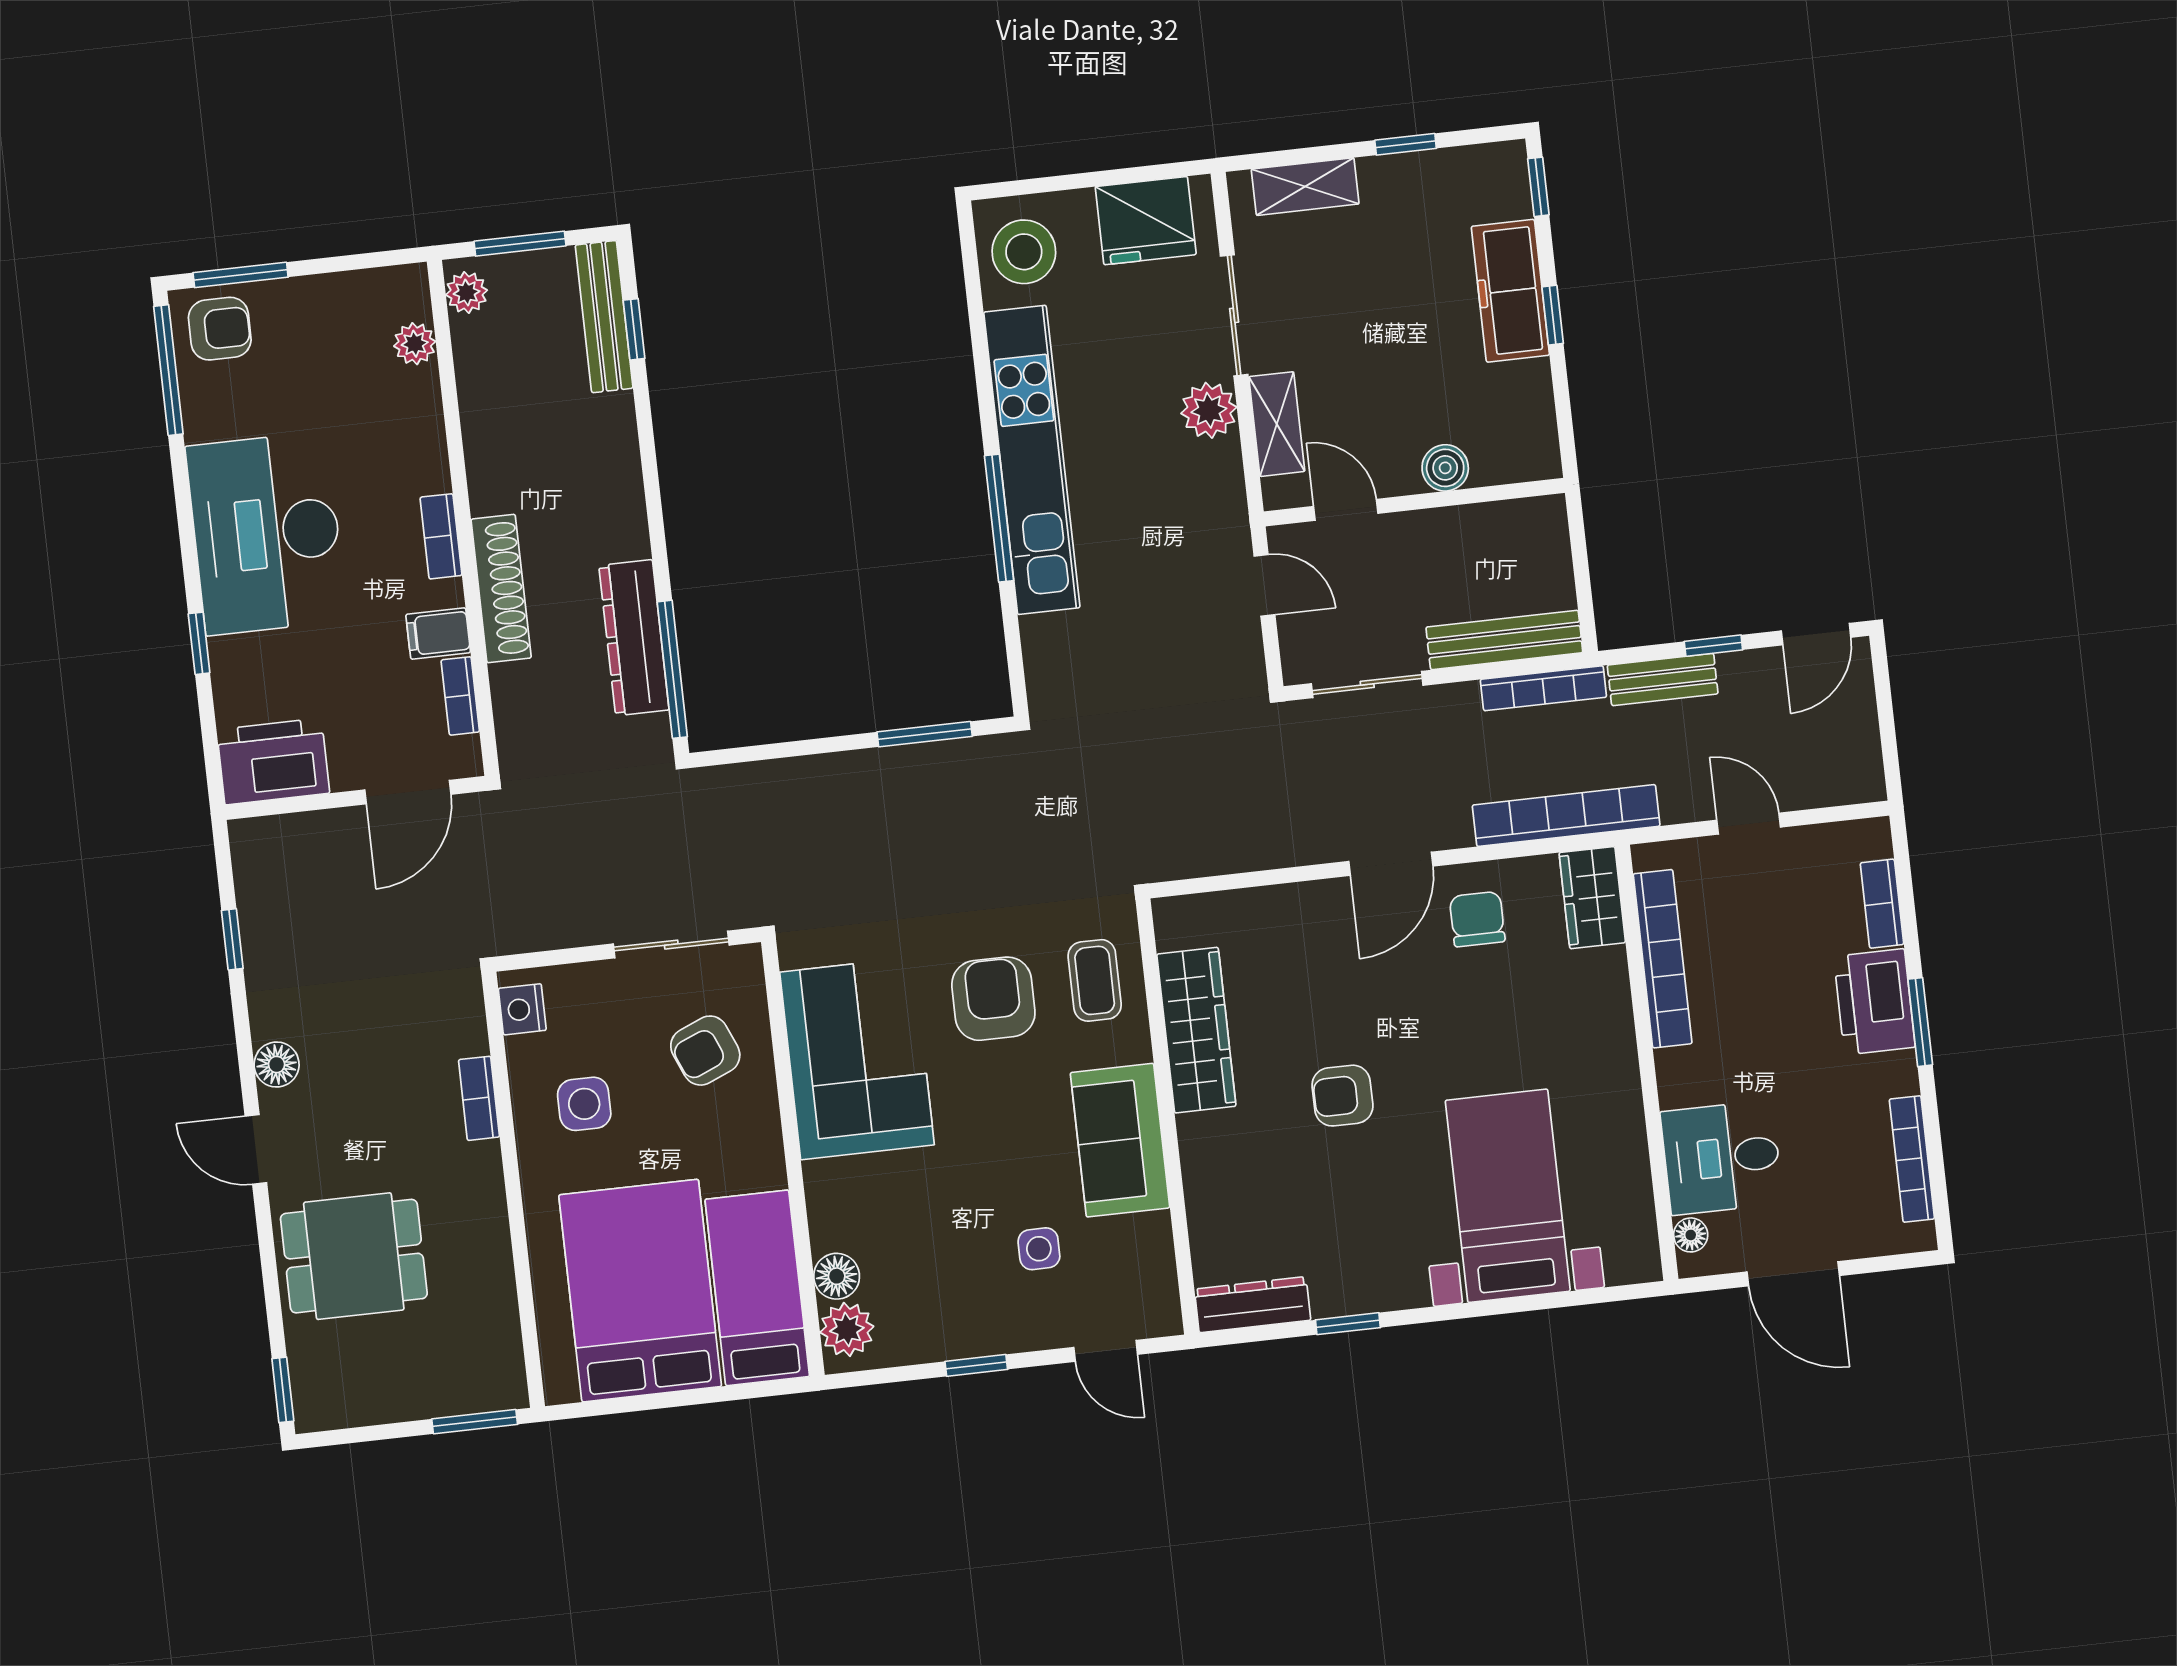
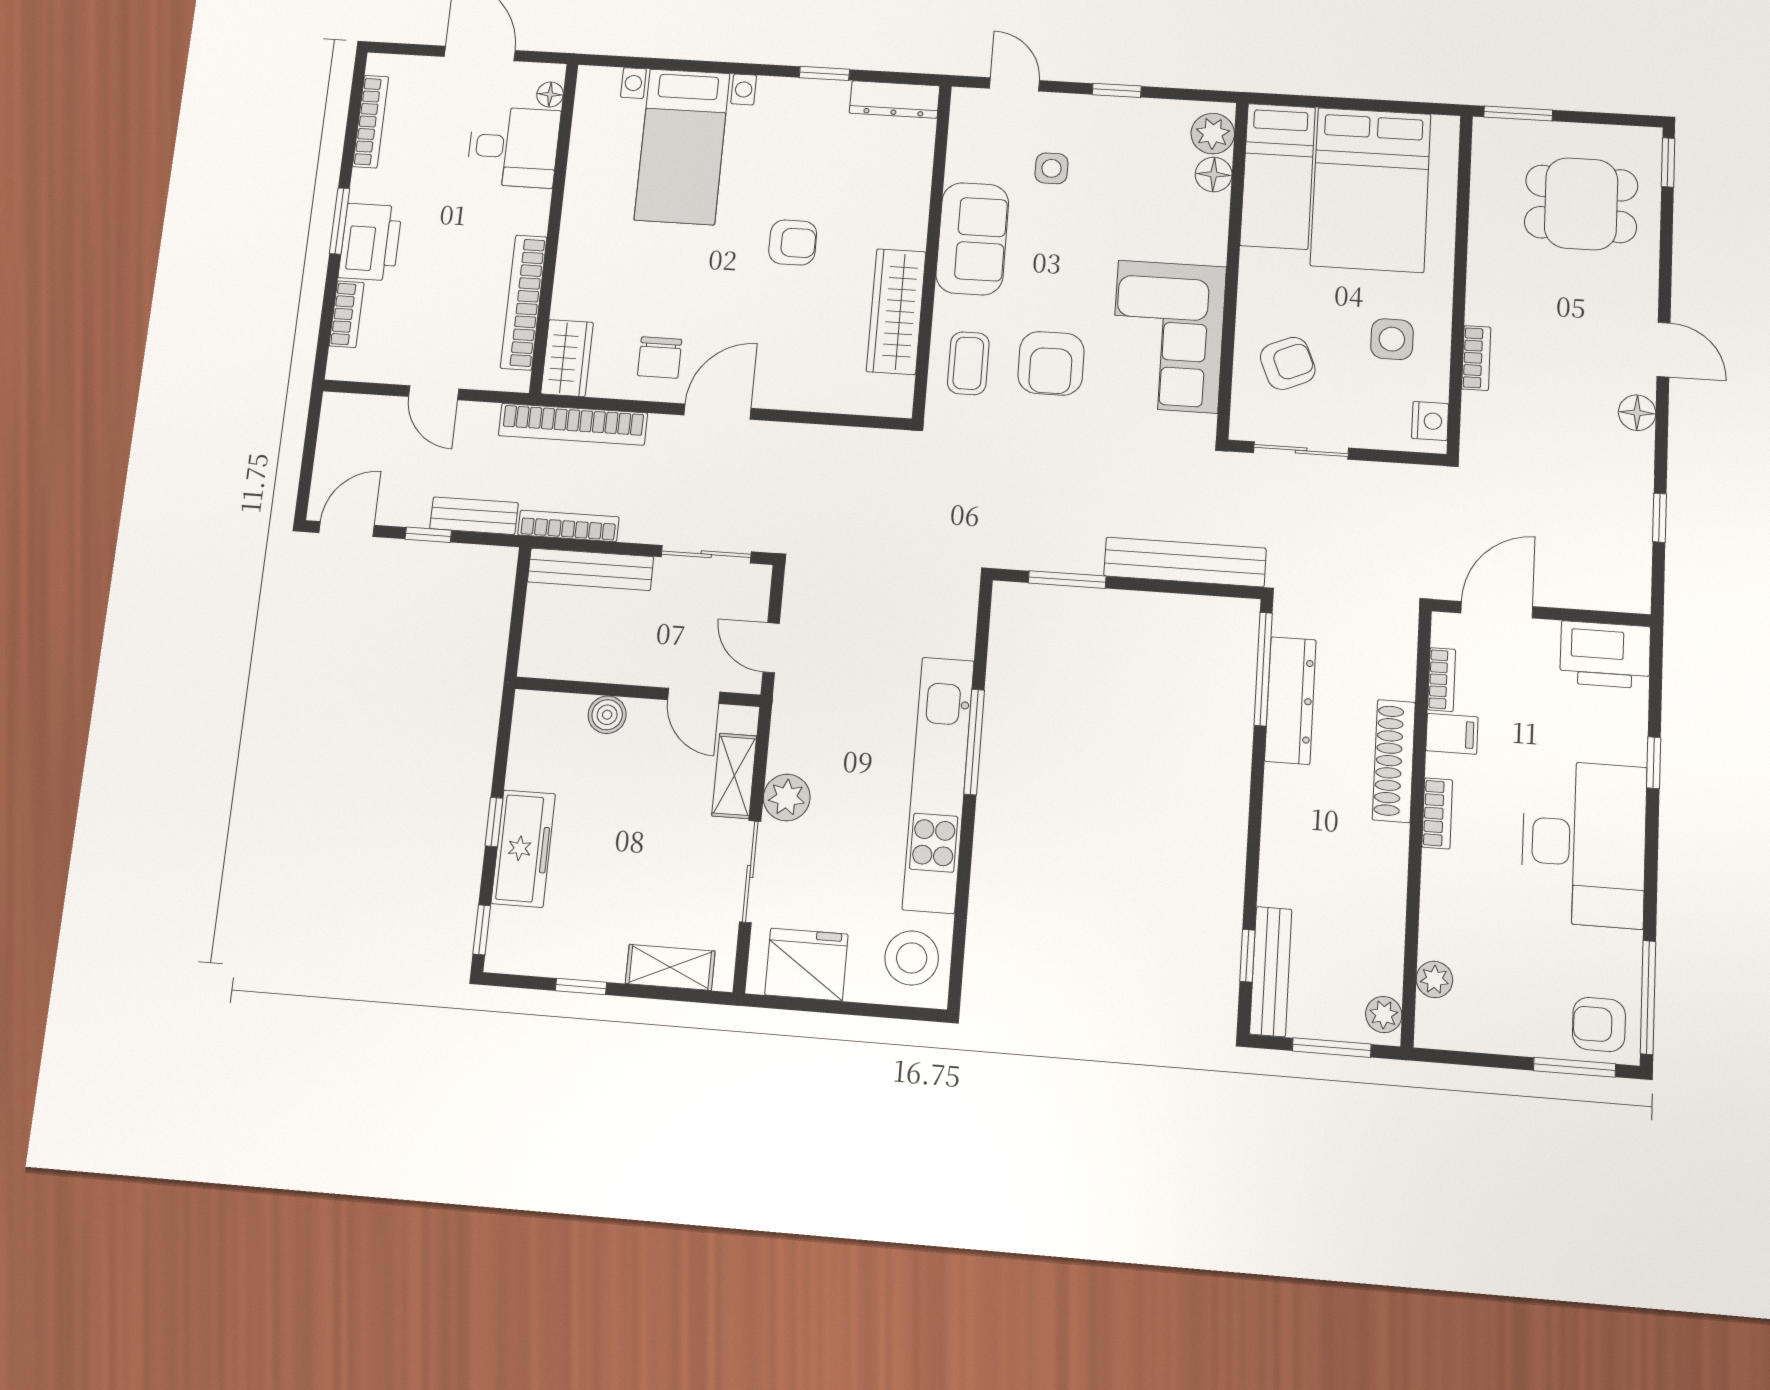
bench: (787, 781) -> (1185, 562), added
dining table: (354, 1256) -> (1581, 204), moved

